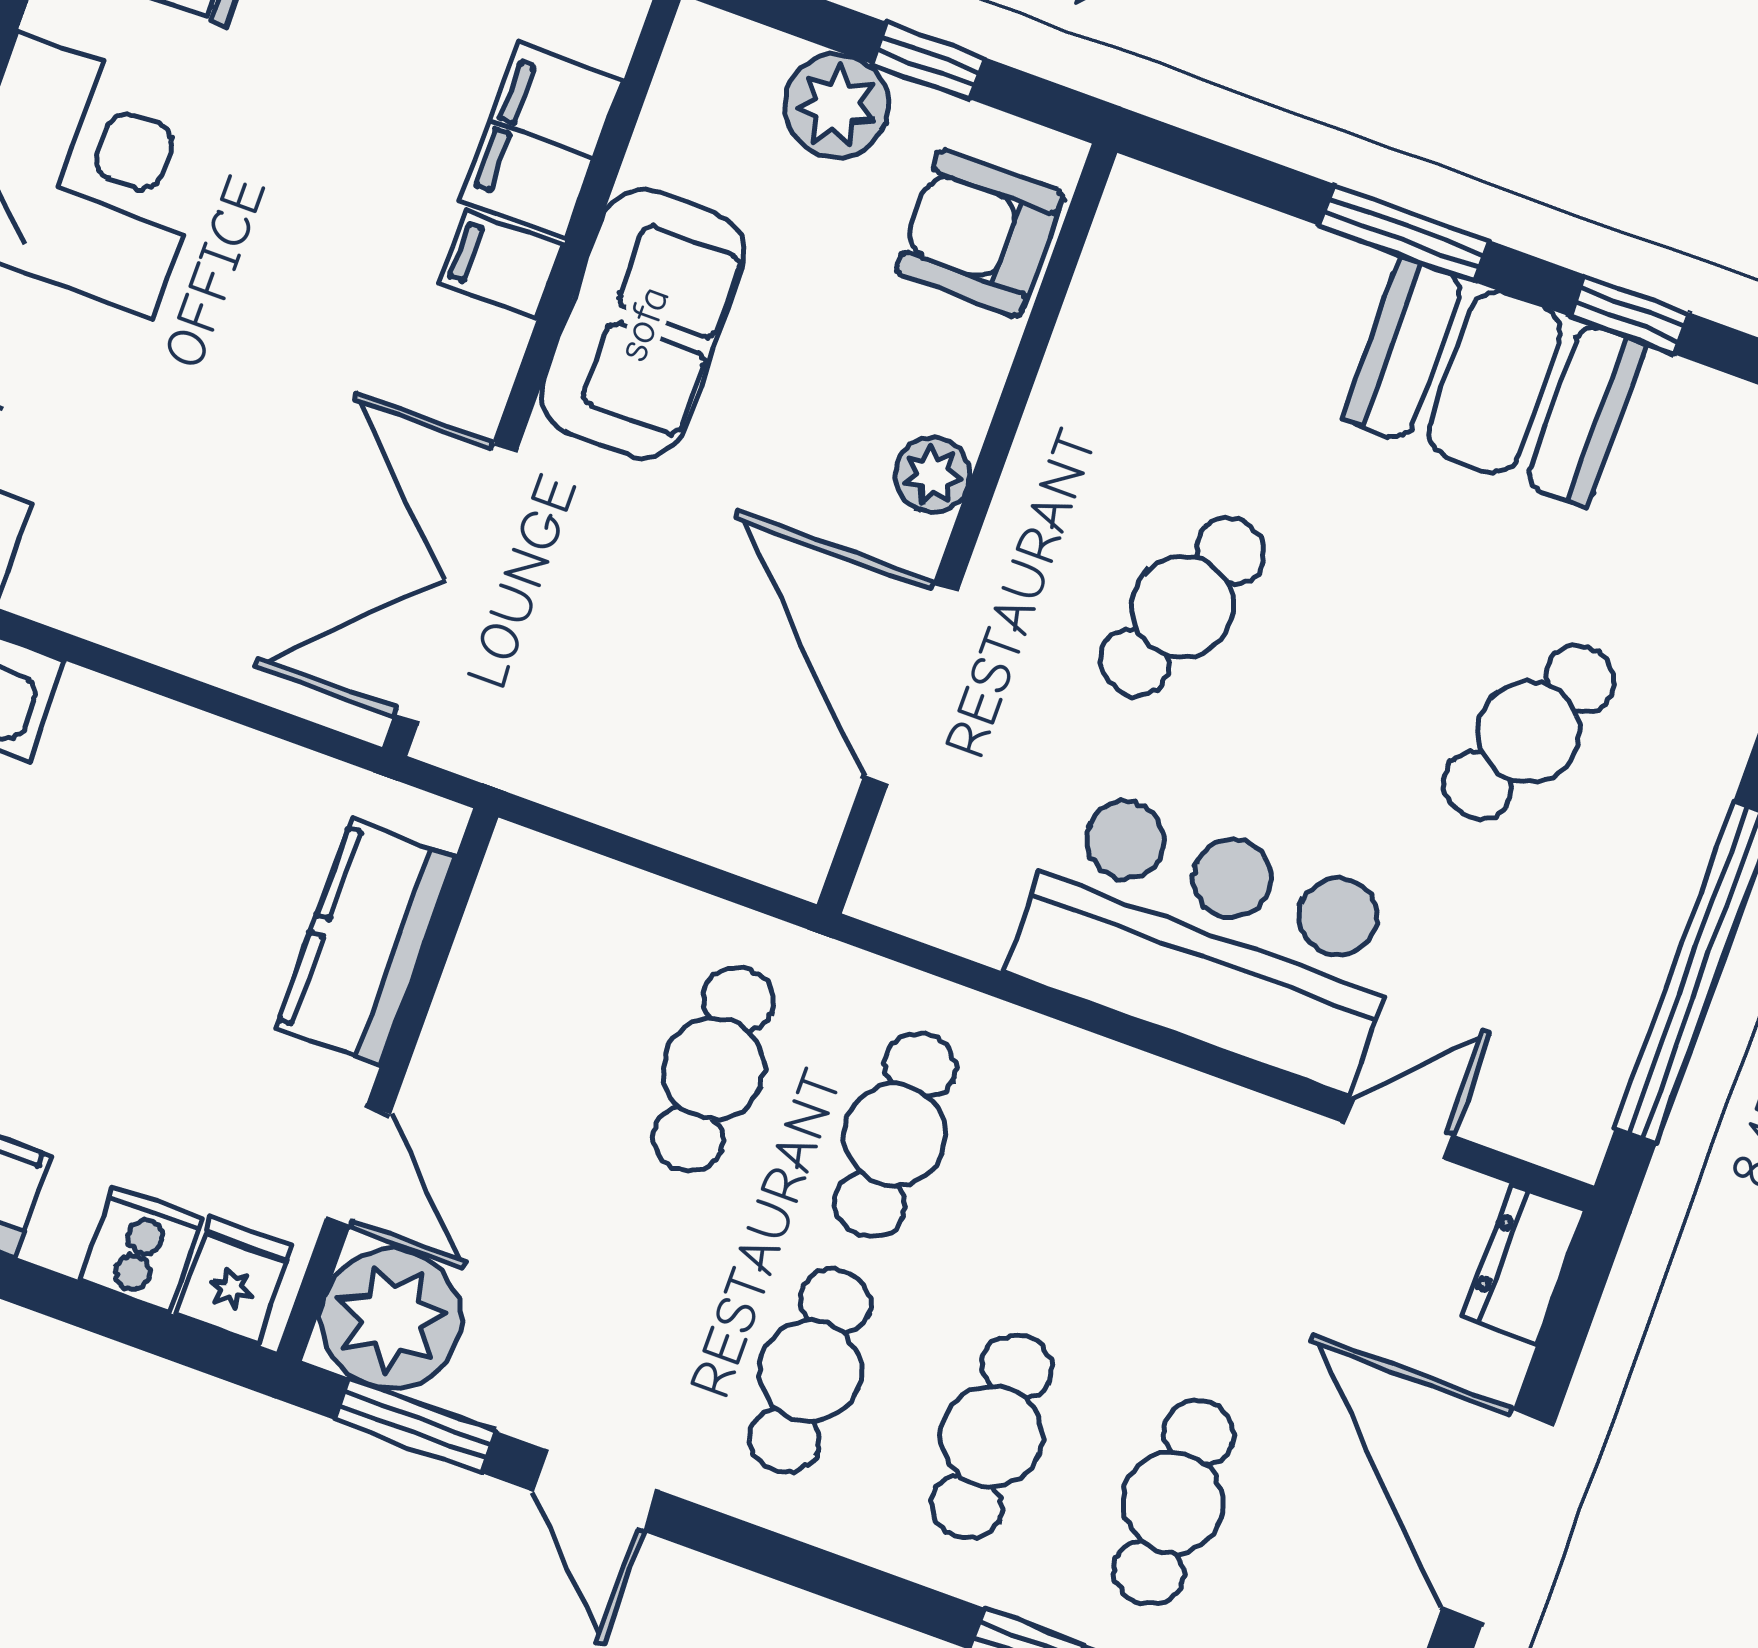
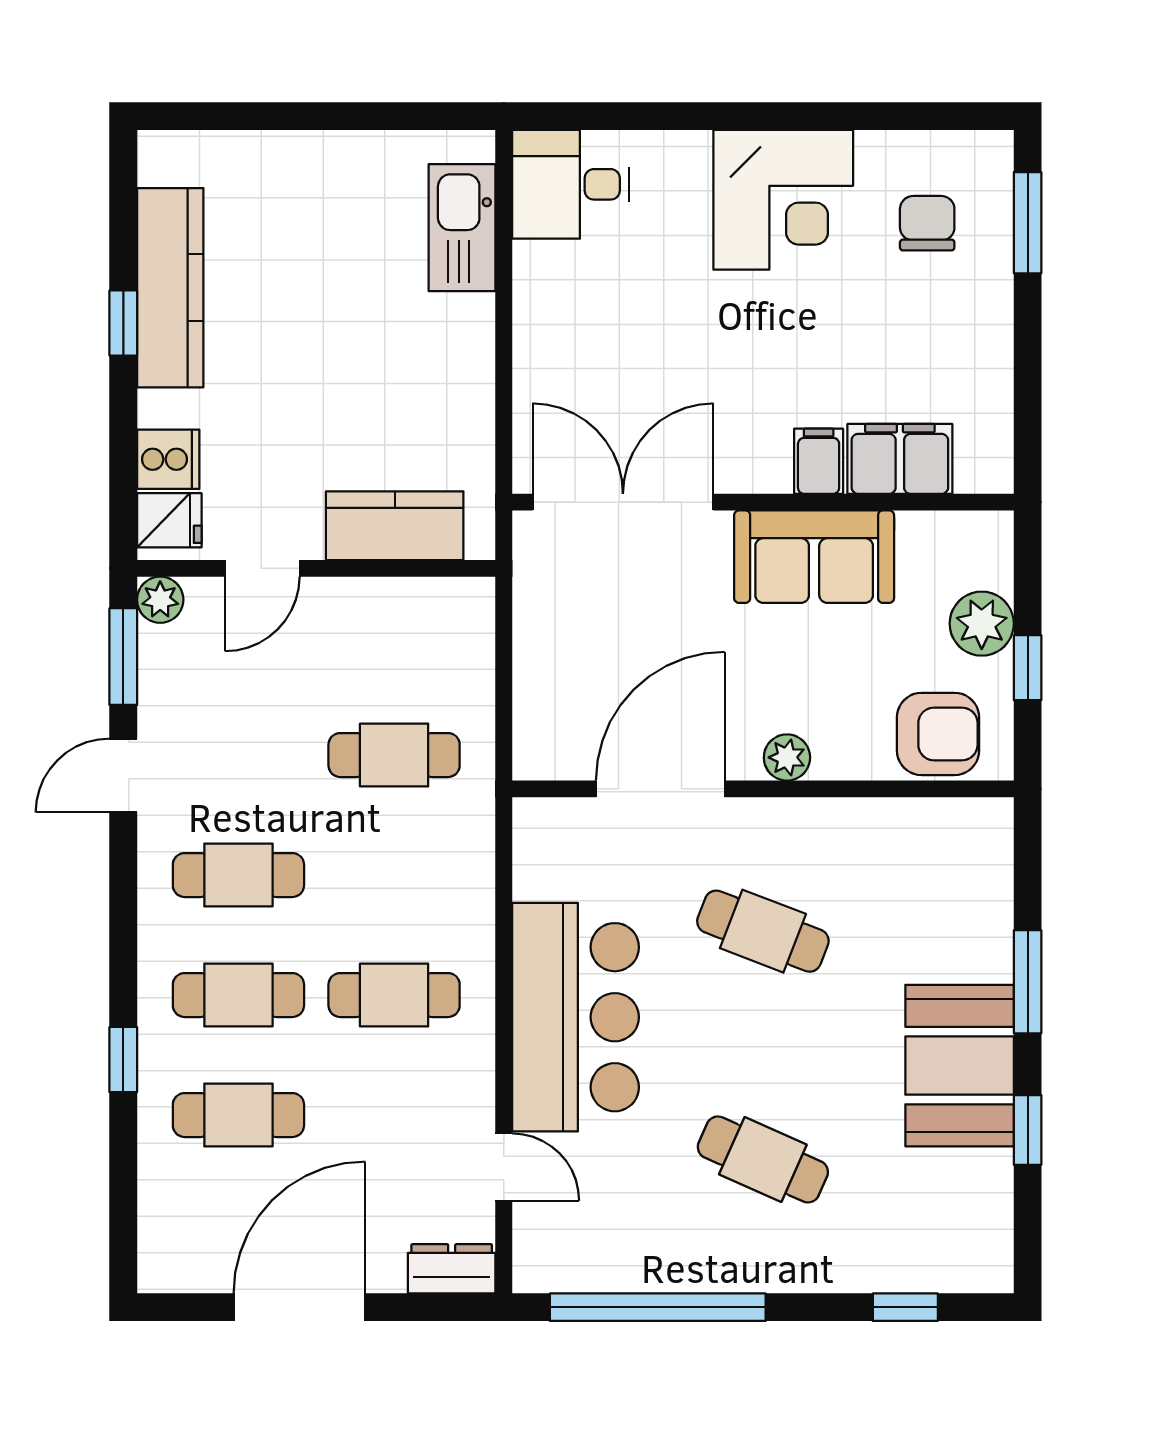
armchair: (980, 233) -> (938, 734), turned 90
cafe table: (895, 1135) -> (394, 995), moved
plant: (391, 1319) -> (160, 600), width x0.53, depth x0.53

